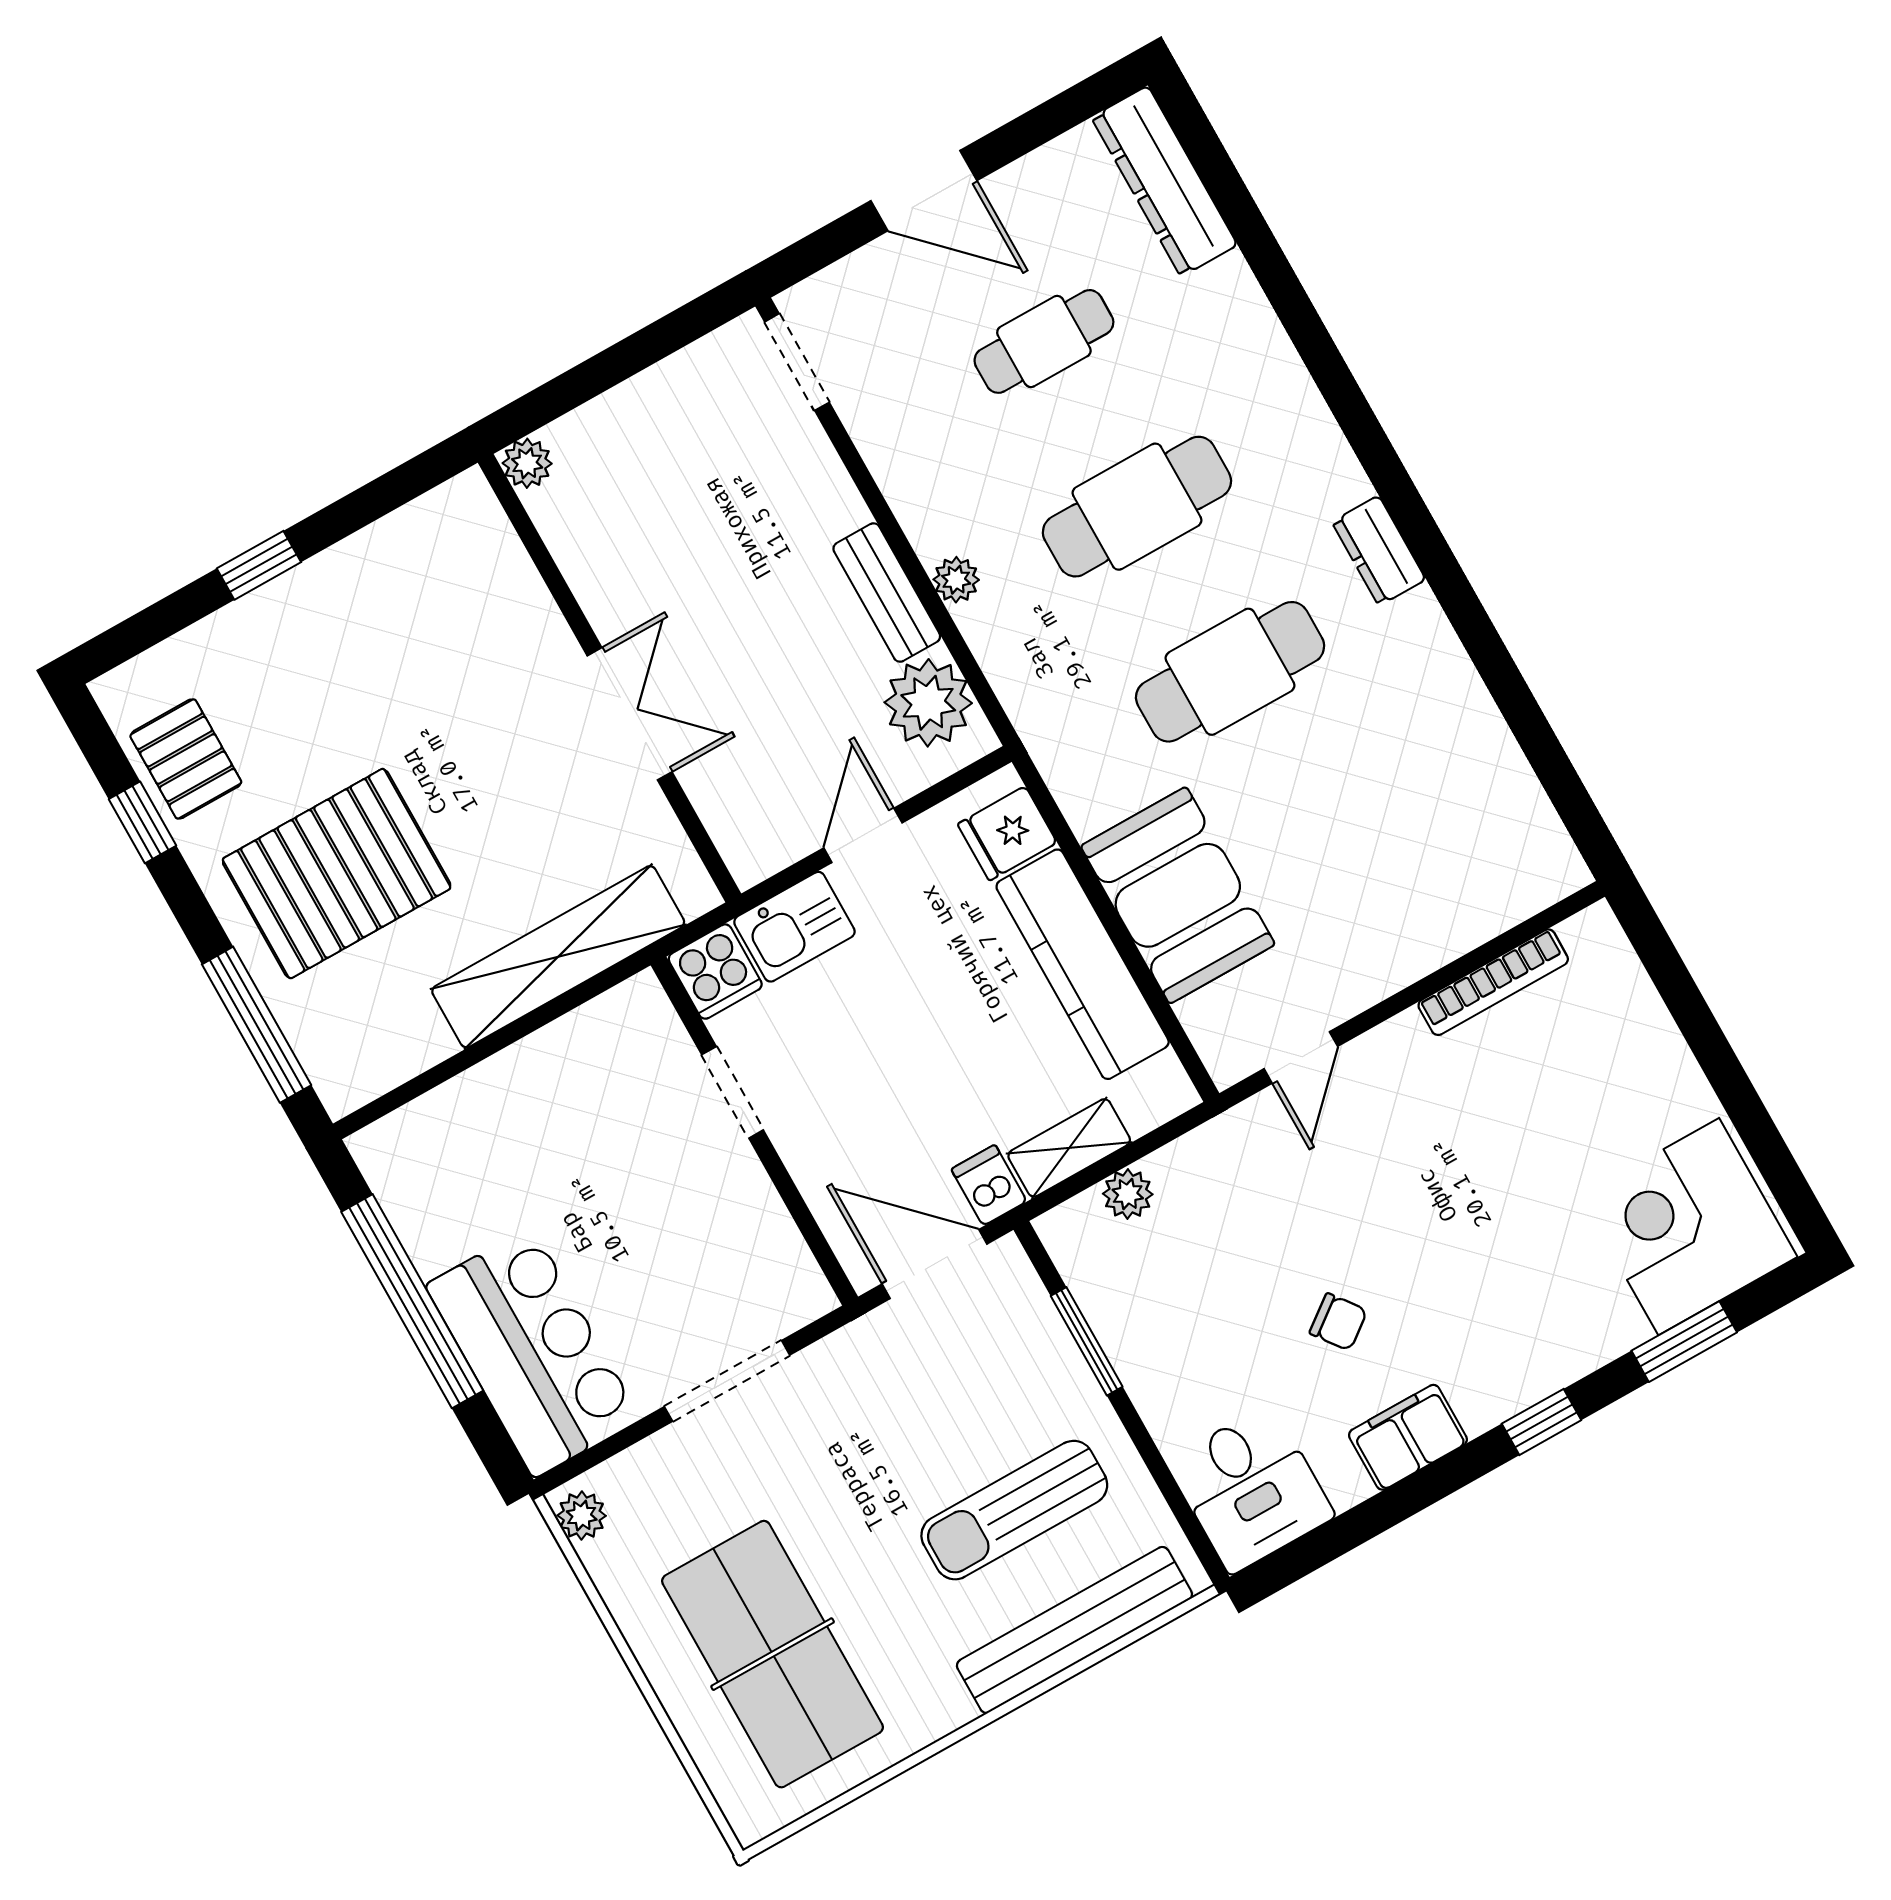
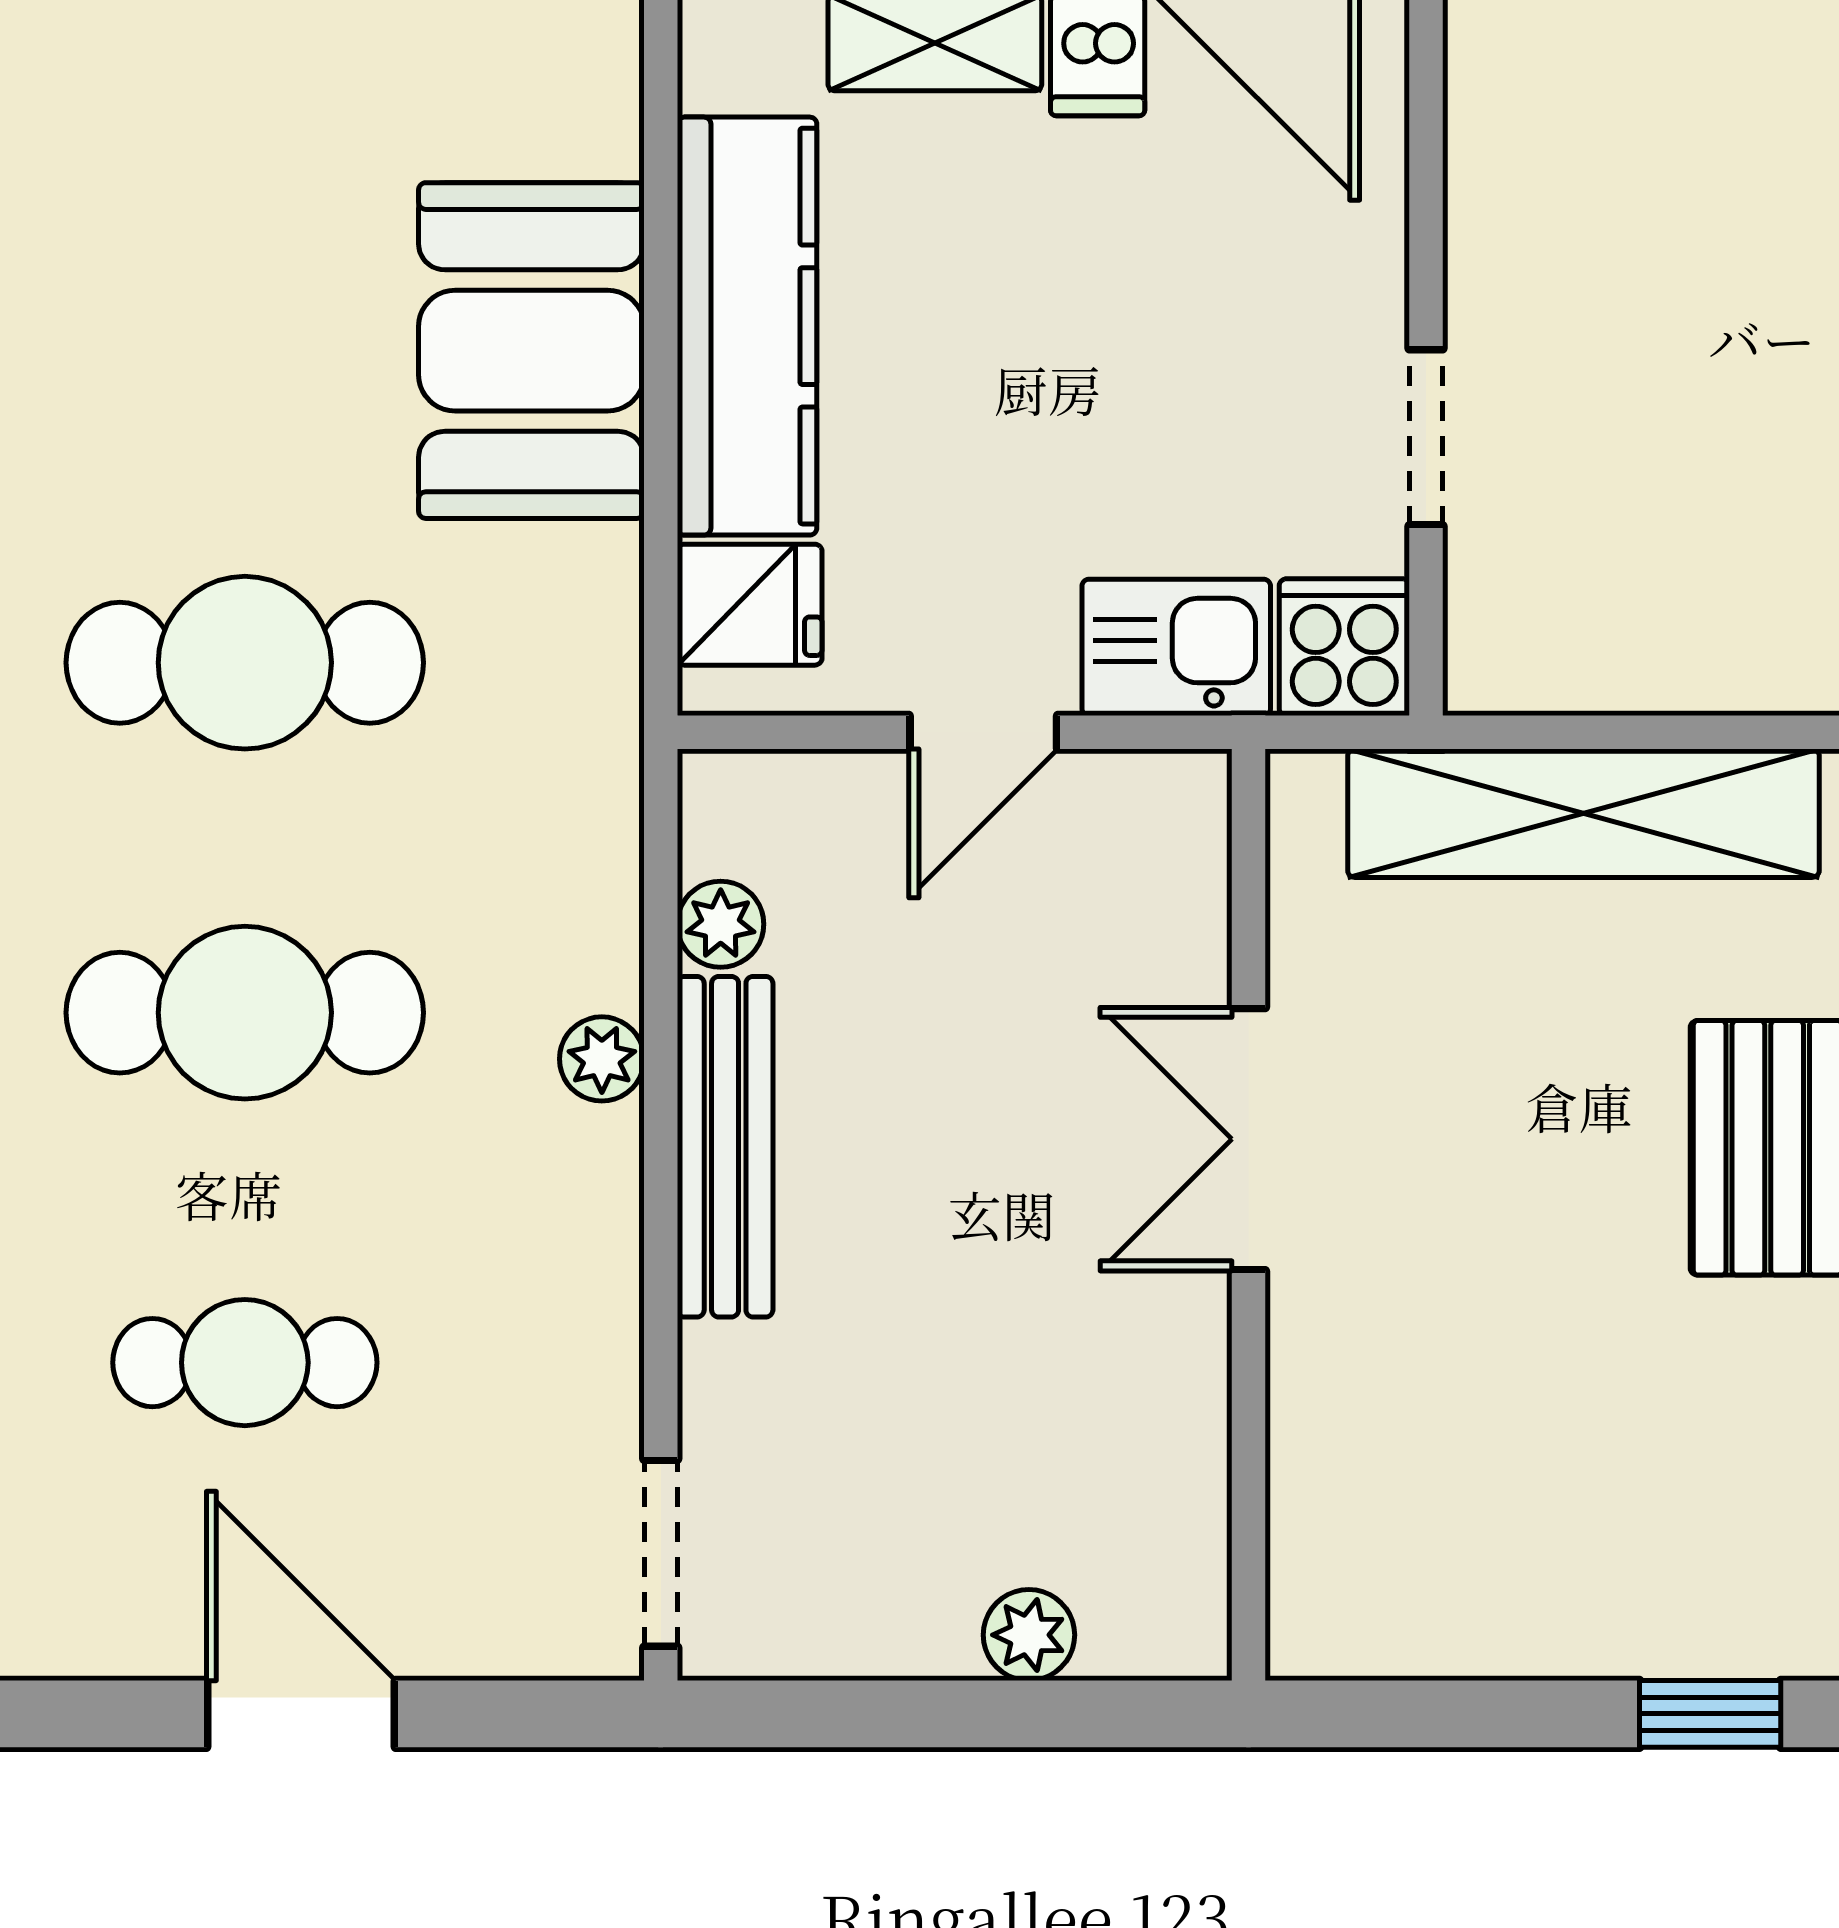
plant: (527, 463) -> (1029, 1635), moved
bench: (887, 593) -> (725, 1147), width x1.36
plant: (928, 703) -> (721, 924), width x0.53, depth x0.53

